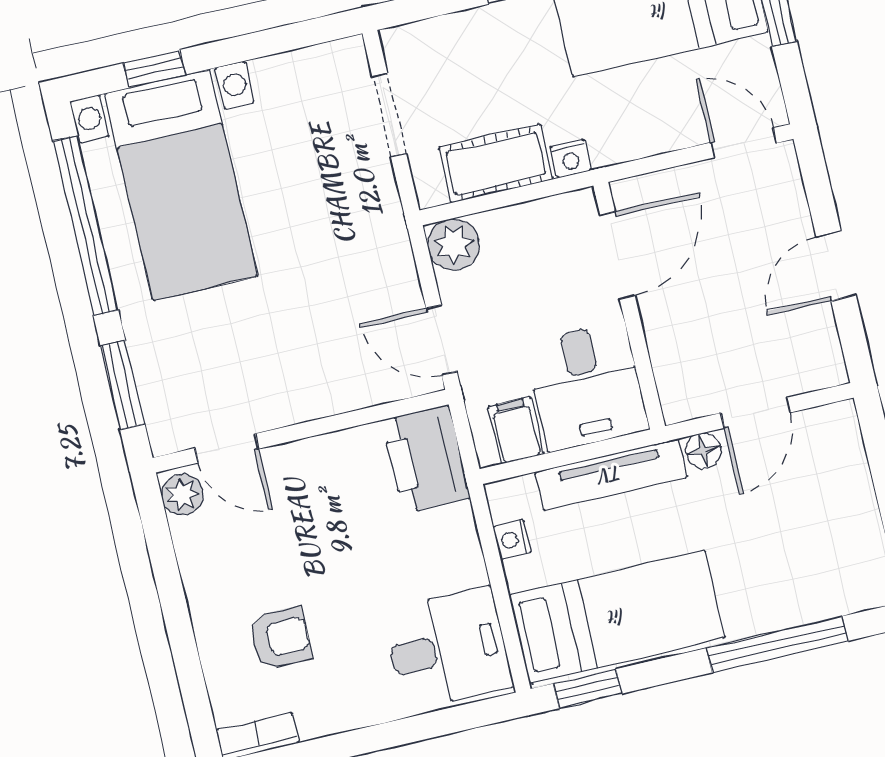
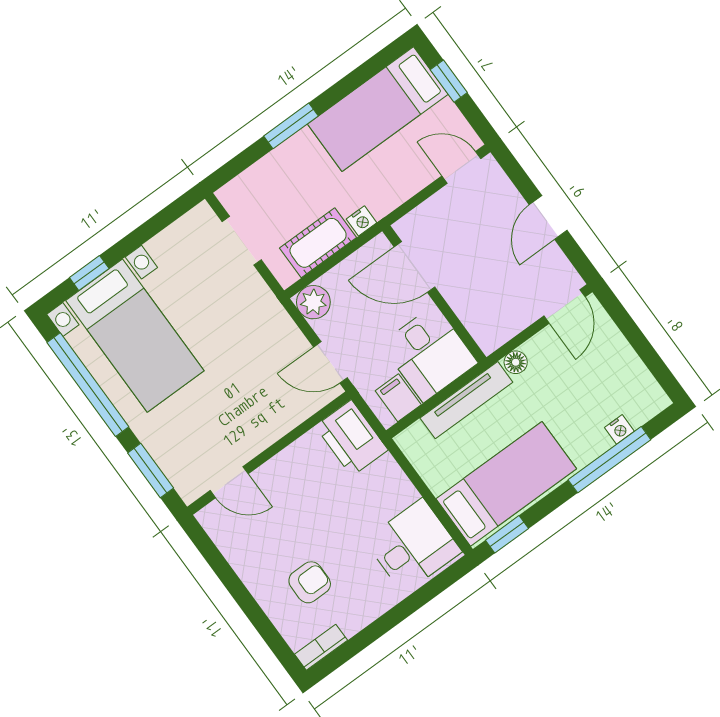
door: (617, 255) -> (415, 267), swing flipped
door: (756, 413) -> (565, 306), moved
plant: (182, 495) -> (214, 521), removed
nightstand: (512, 540) -> (619, 429), moved, turned -90

